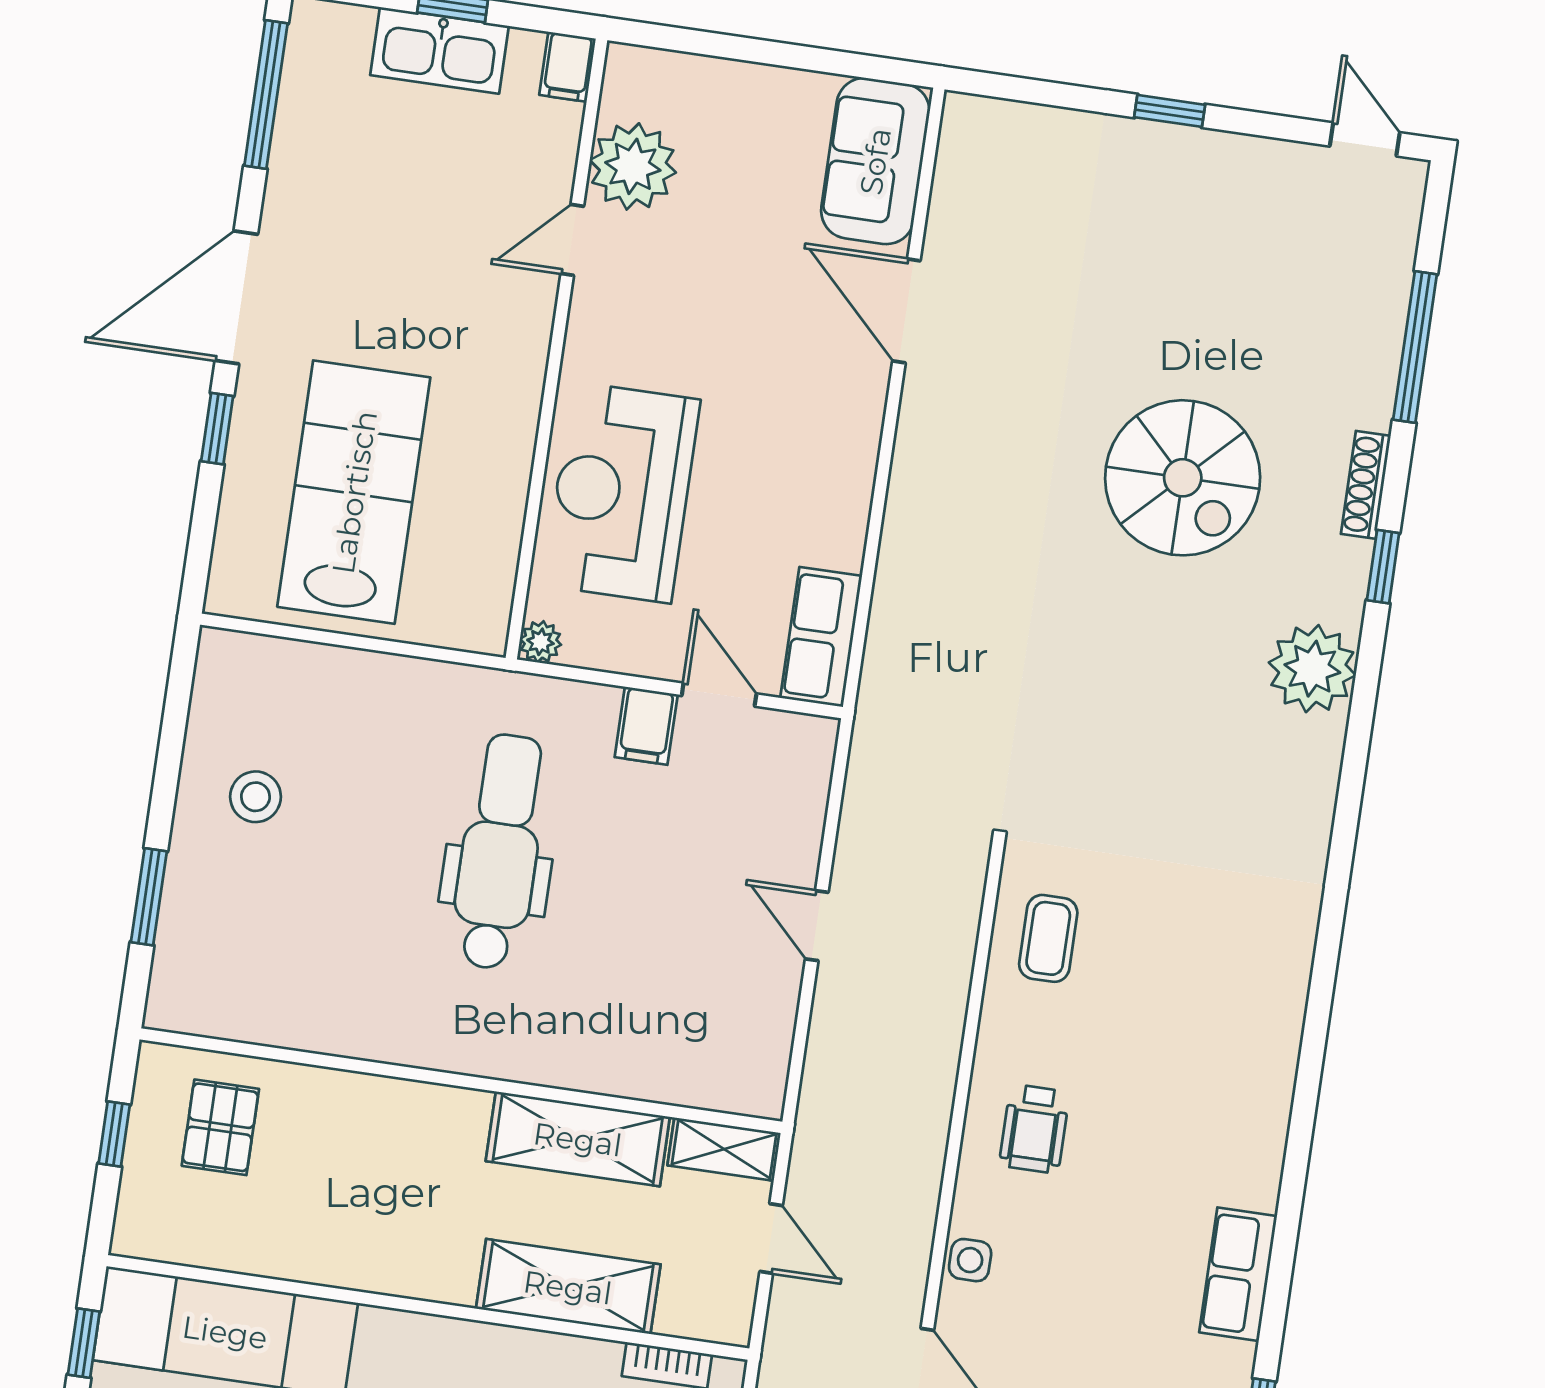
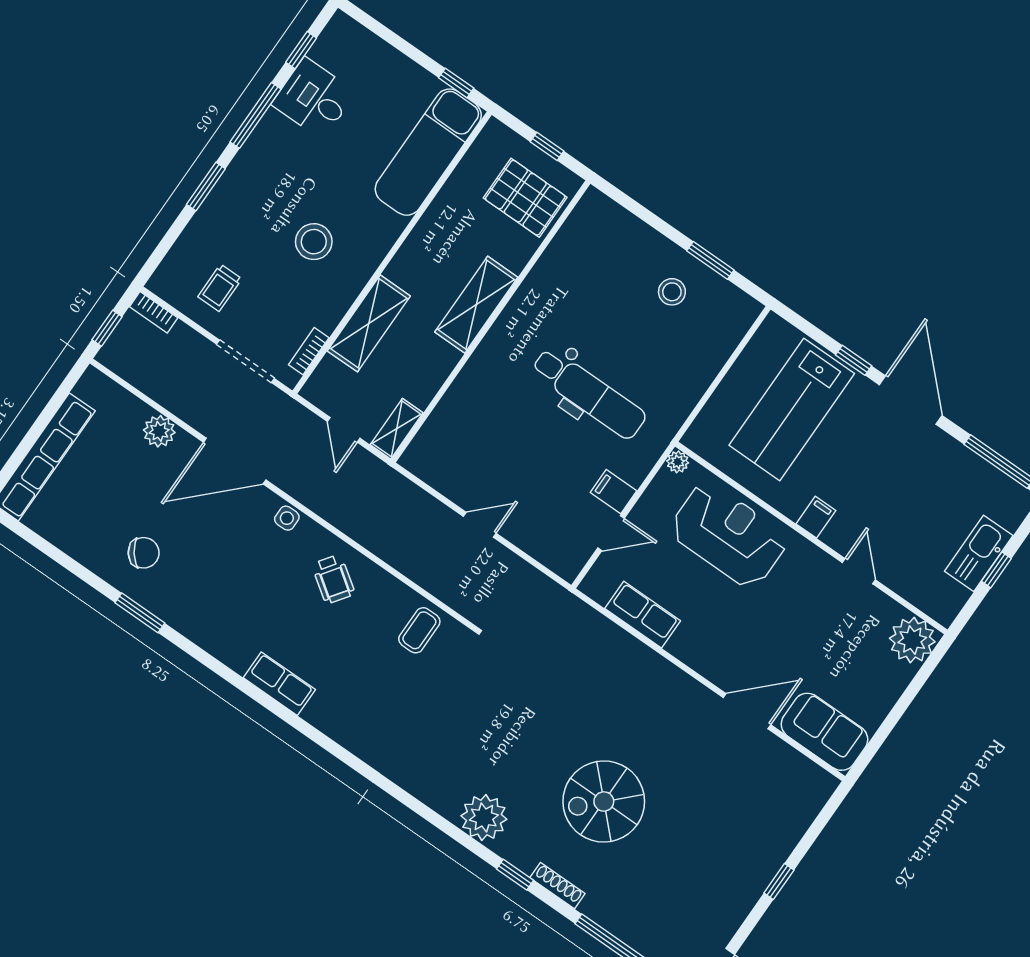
filing cabinet: (568, 67) -> (816, 517), moved, turned 90
plant: (633, 166) -> (912, 640), moved
lab bench: (354, 492) -> (792, 409), turned 90
row of seats: (821, 637) -> (643, 615), moved
window: (149, 897) -> (710, 260), moved
coffee table: (1048, 938) -> (419, 630), turned 90
pallet: (220, 1127) -> (525, 198), width x1.50, depth x1.42
wheelchair: (1034, 1129) -> (333, 579), turned -145
shelving: (578, 1139) -> (476, 305), moved
door: (771, 1239) -> (344, 430), hinge flipped
row of seats: (1238, 1274) -> (279, 684), moved

